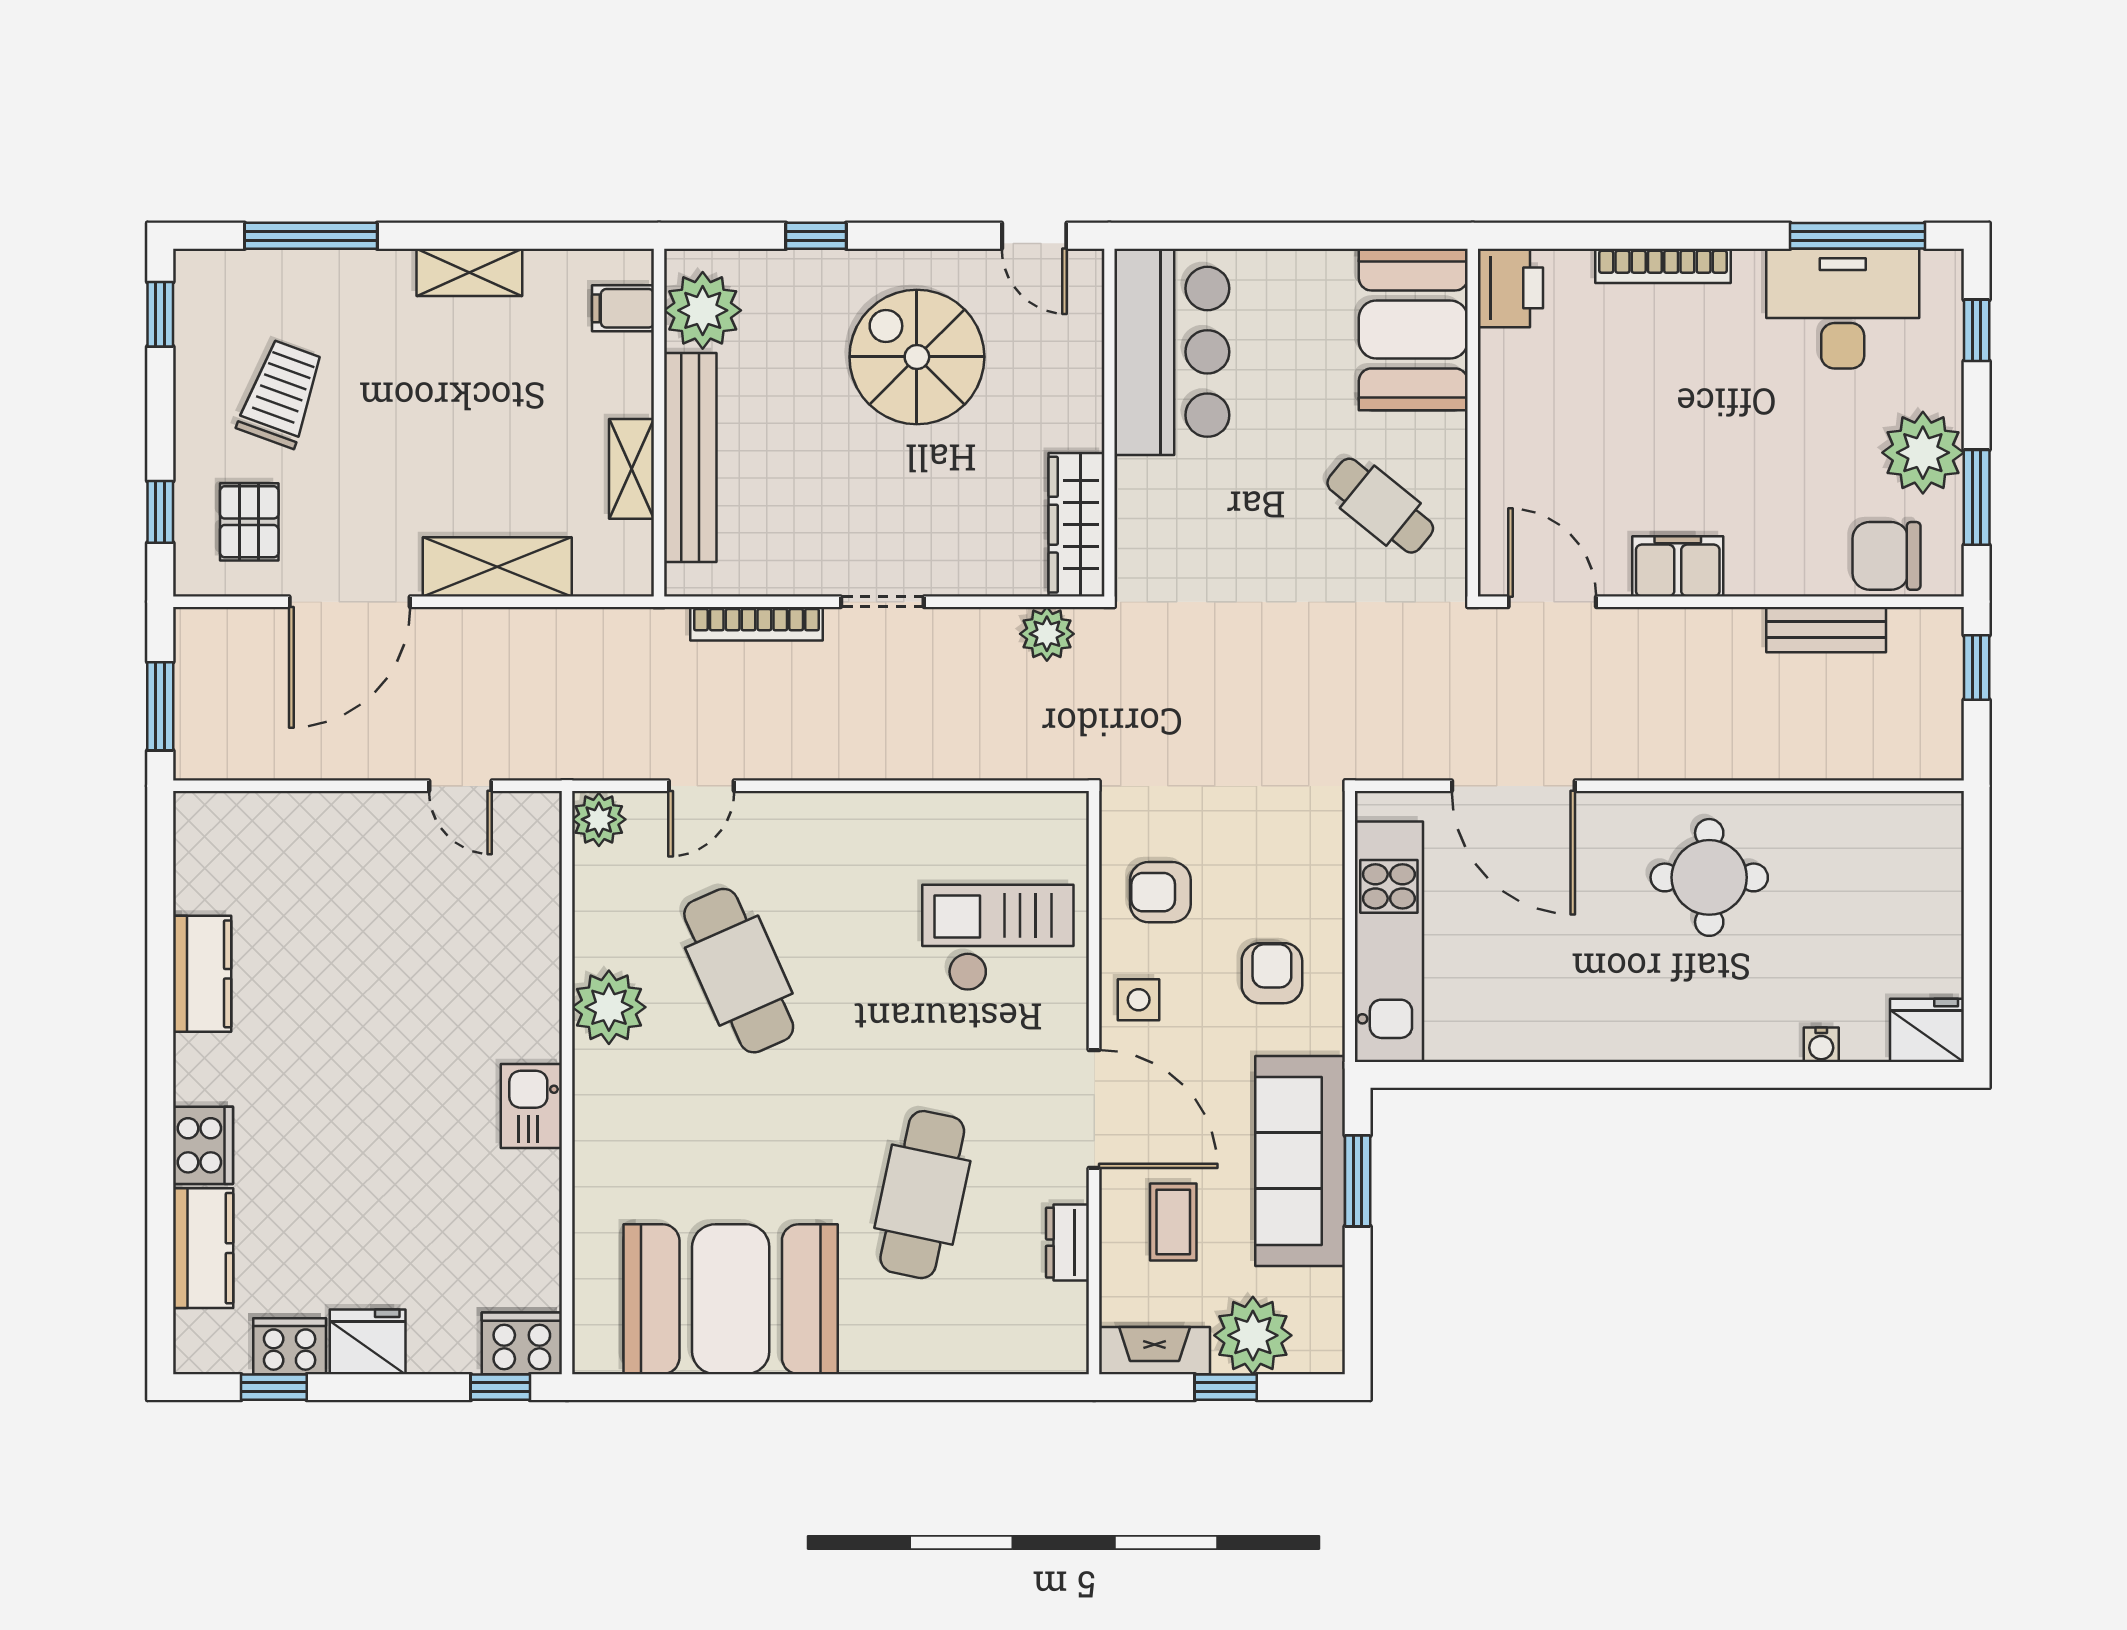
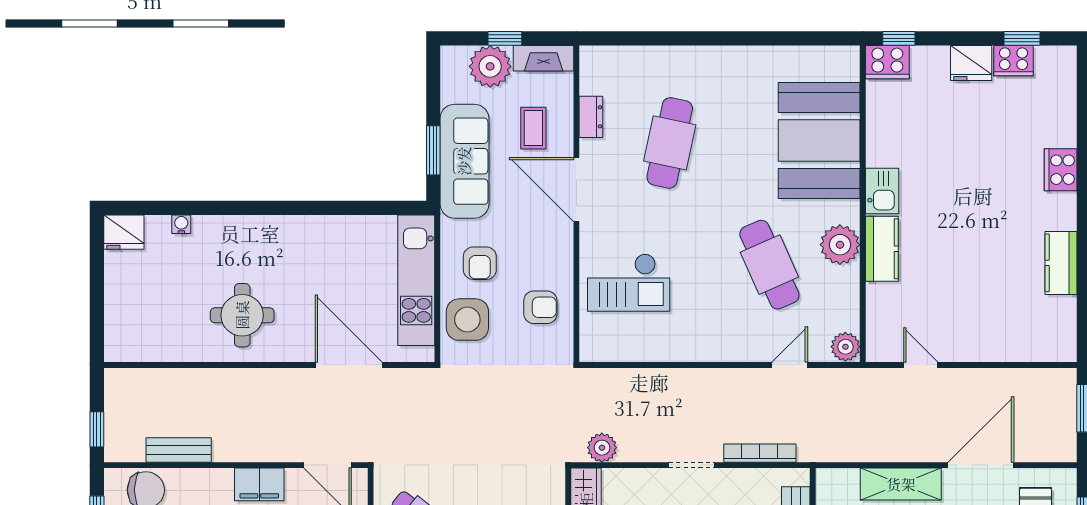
side table: (1139, 1000) -> (467, 320), moved, width x1.87, depth x1.87
kitchen counter: (203, 1248) -> (882, 249), moved, turned 180
booth: (731, 1299) -> (819, 141), moved, turned 90

